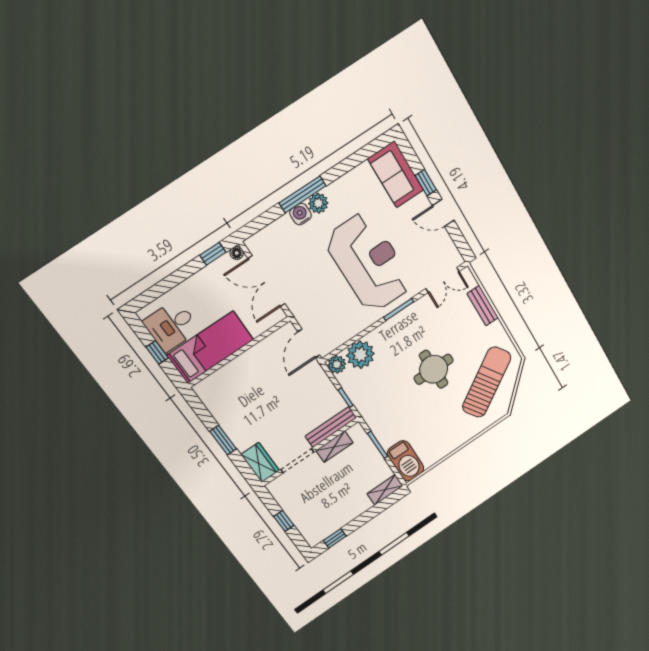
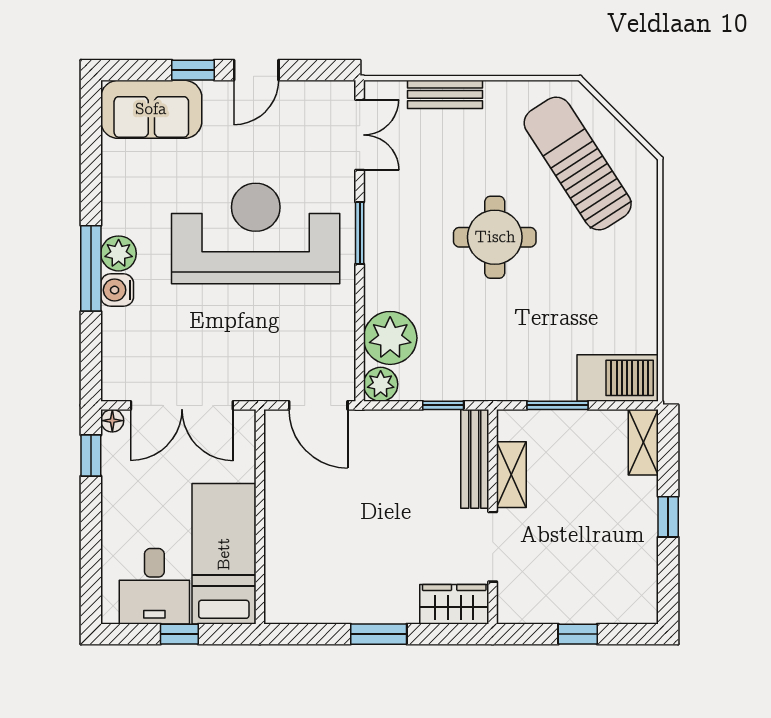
window: (335, 538) -> (668, 517), moved

